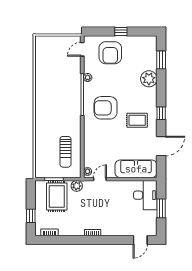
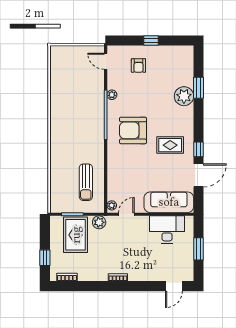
door: (82, 49) -> (106, 61), hinge flipped
armchair: (110, 53) -> (138, 65), width x0.53, depth x0.53
window: (161, 60) -> (199, 88), moved
window: (161, 113) -> (199, 149), moved
desk: (145, 195) -> (167, 229), moved, turned -90

